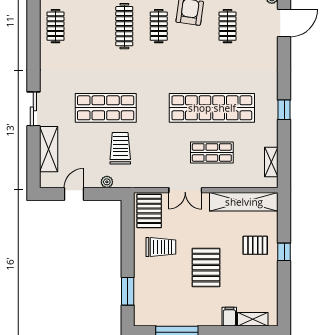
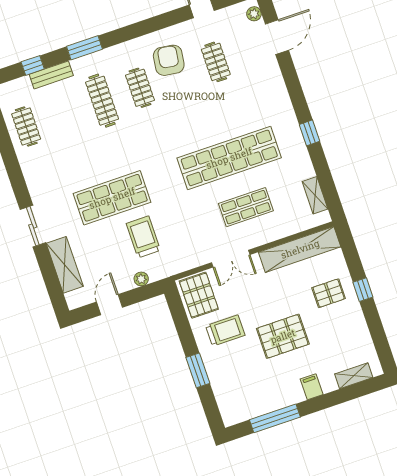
pallet: (206, 268) -> (283, 336), turned 90
window: (128, 291) -> (198, 370), moved
filing cabinet: (229, 317) -> (312, 387), moved

